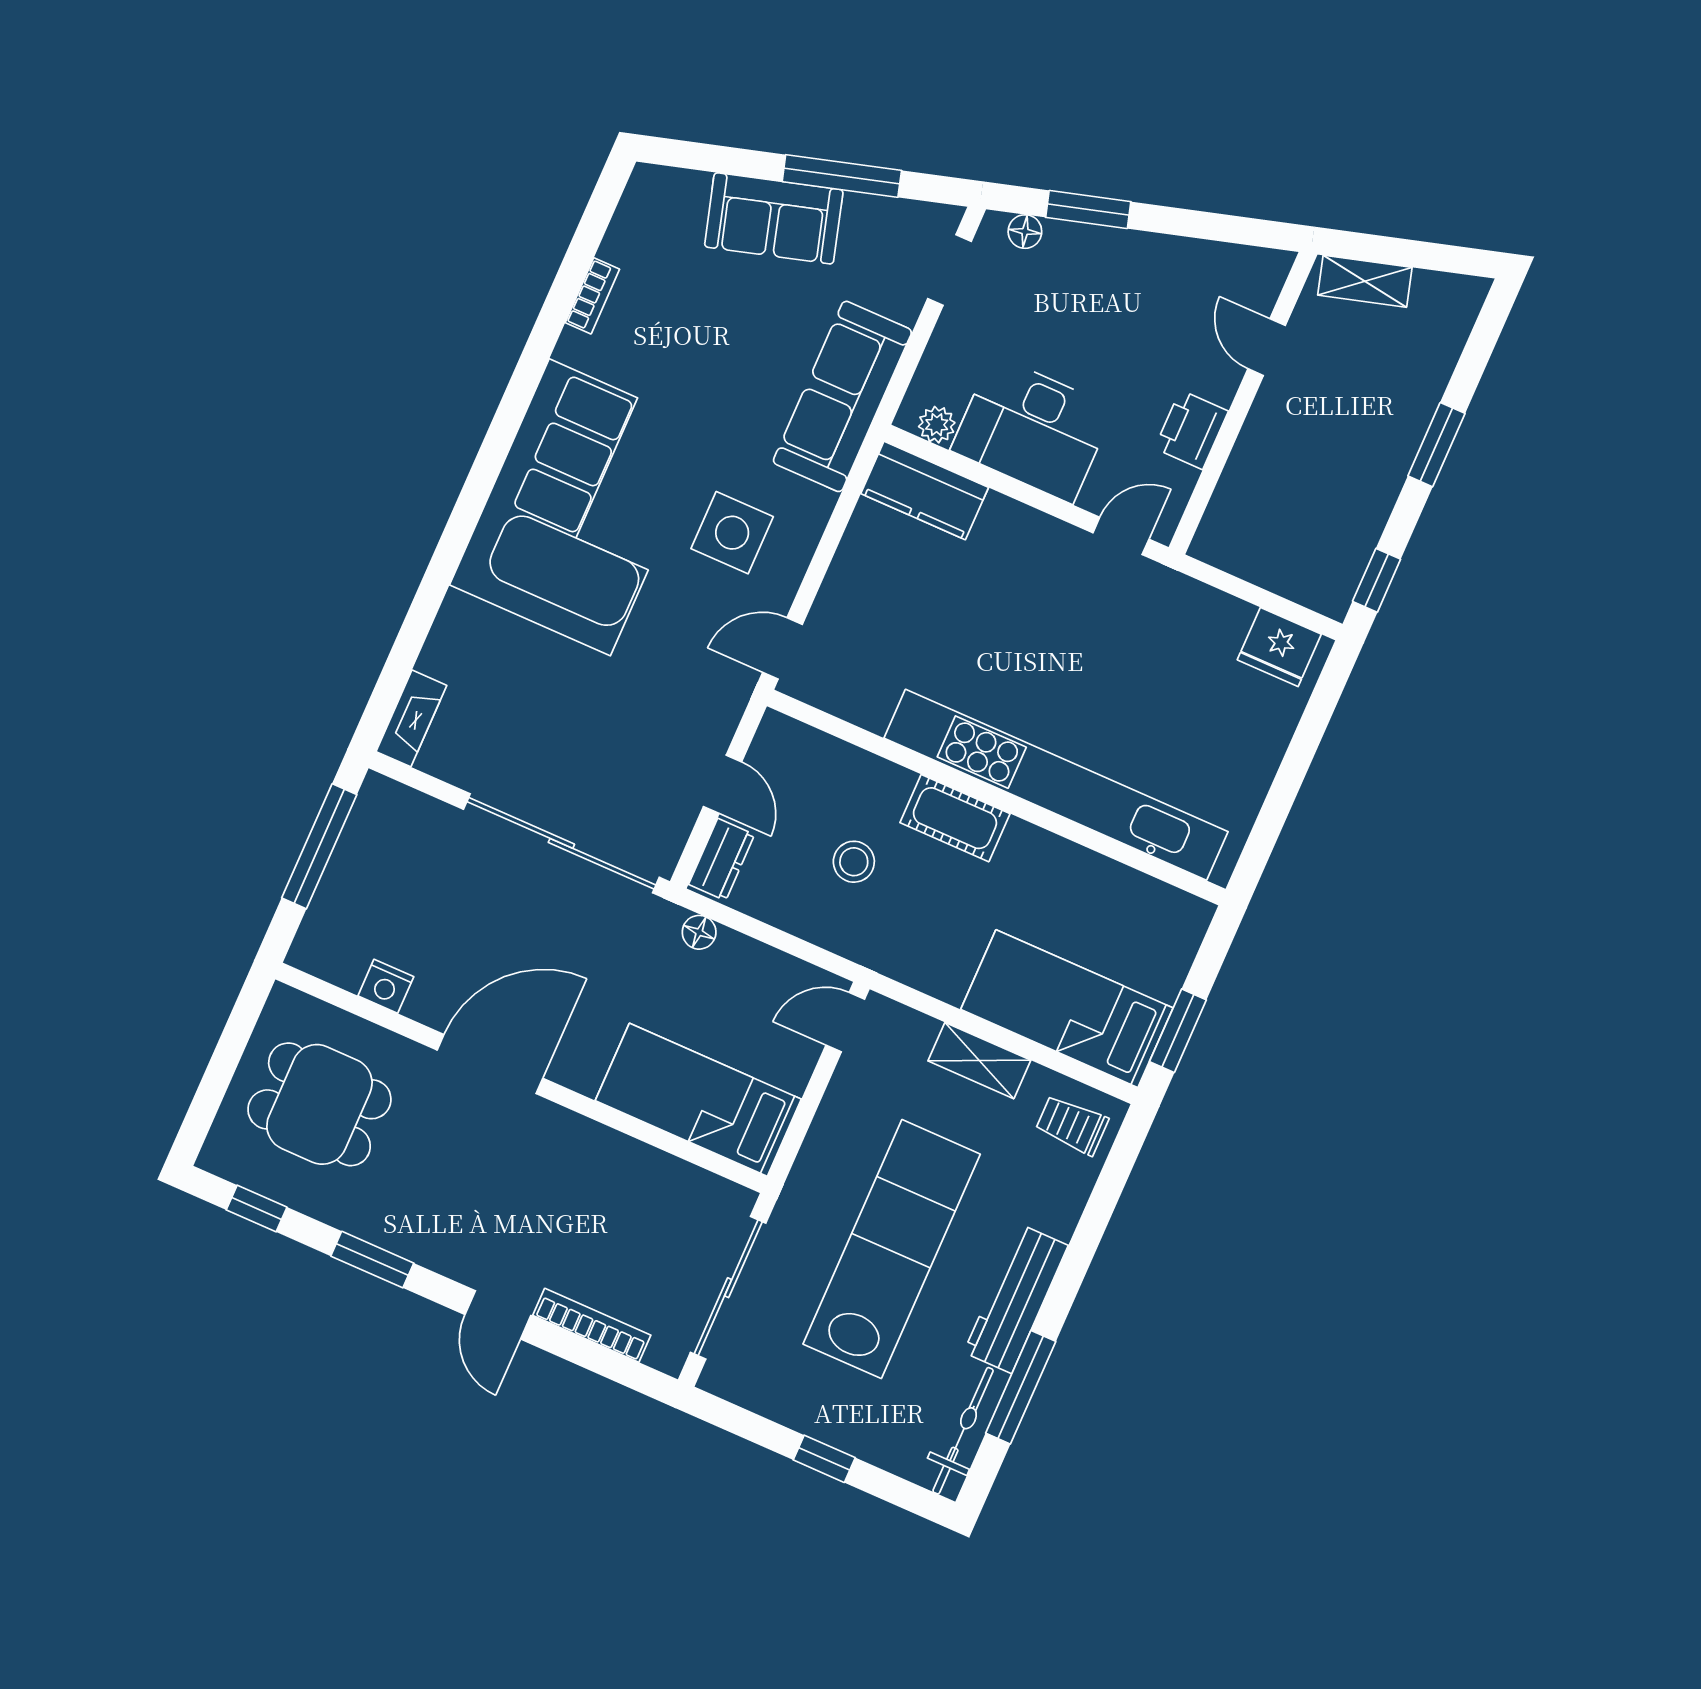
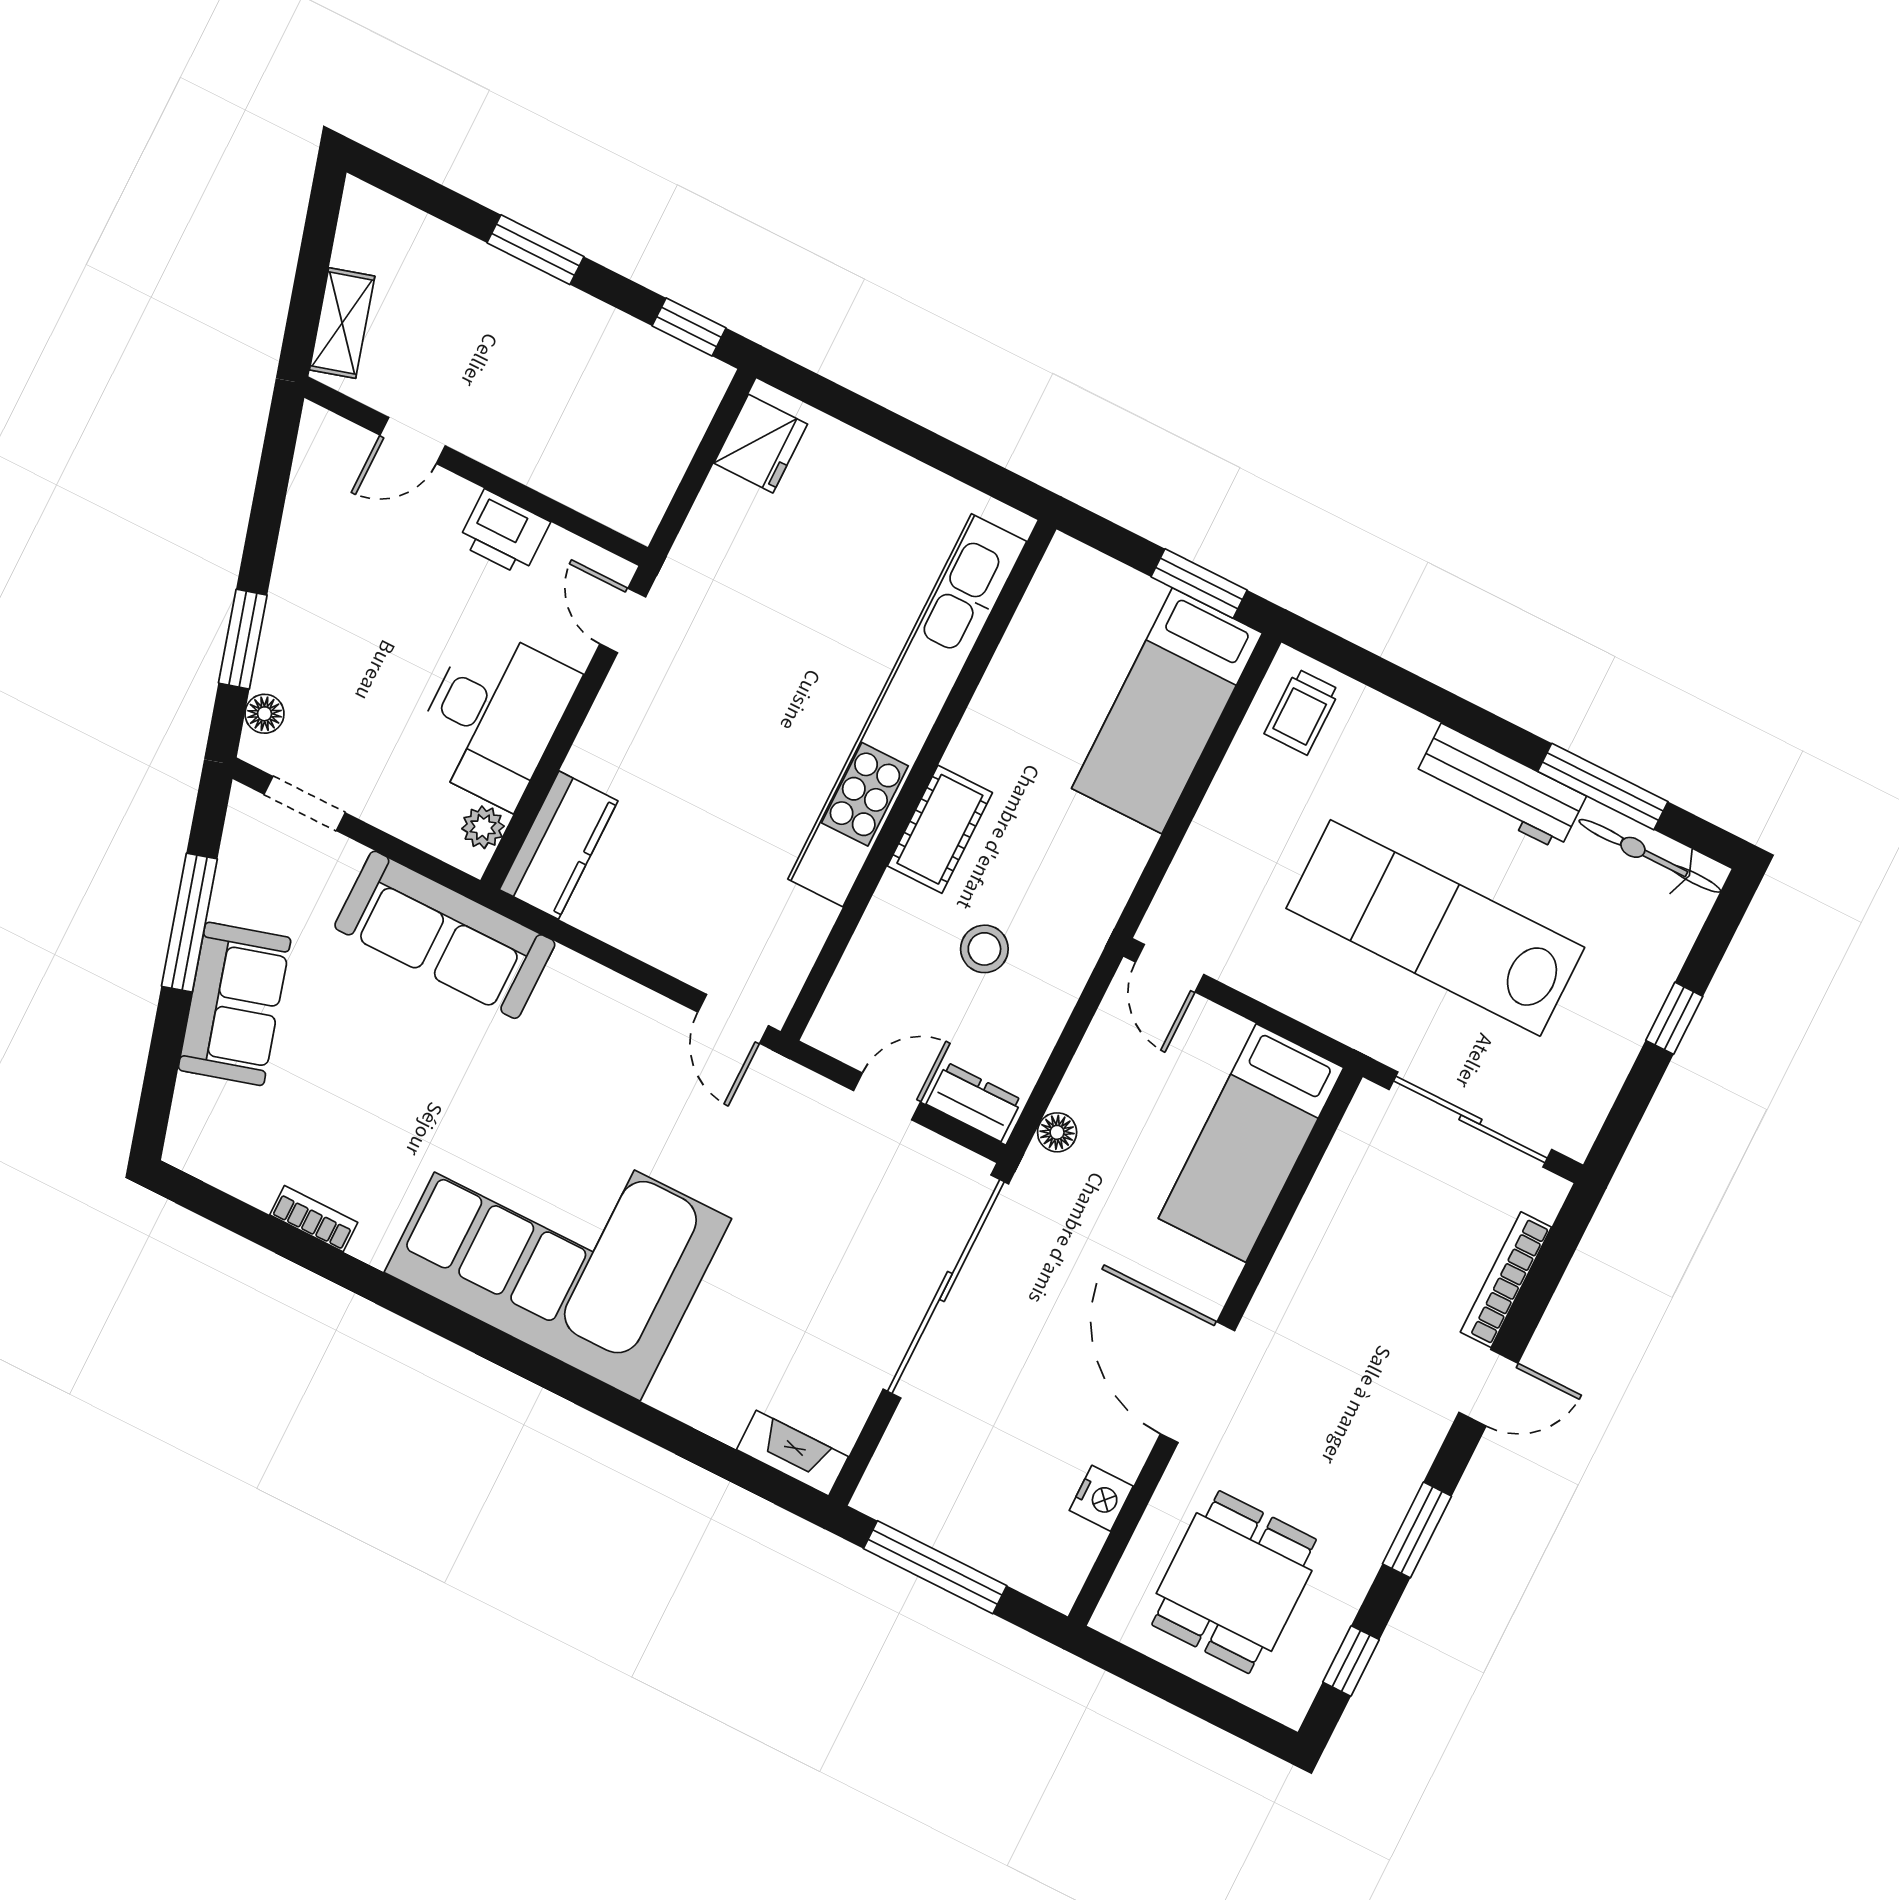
side table: (732, 533) -> (596, 1071), removed
shelving: (979, 1061) -> (1222, 815), removed

